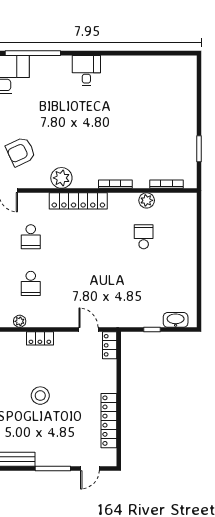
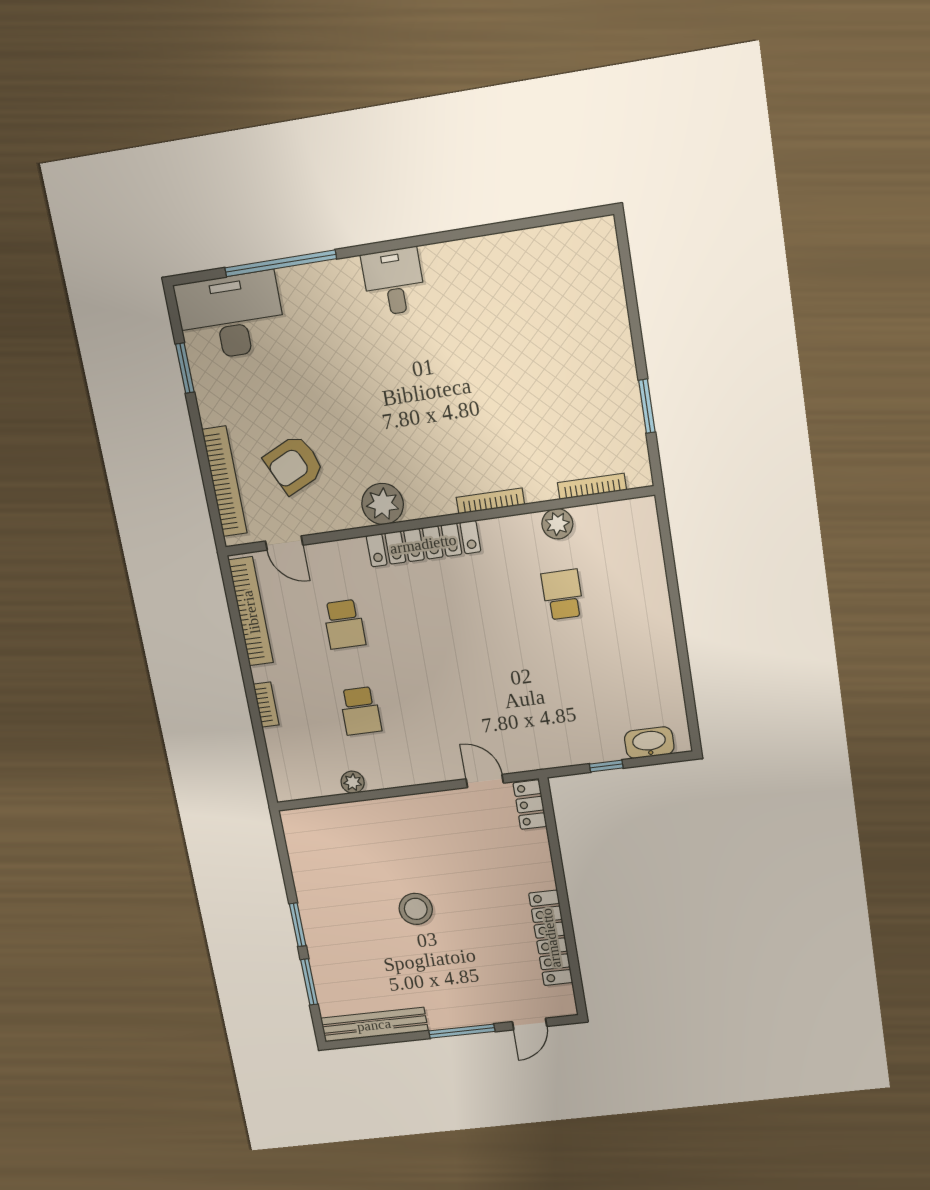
locker: (40, 338) -> (396, 808), removed

